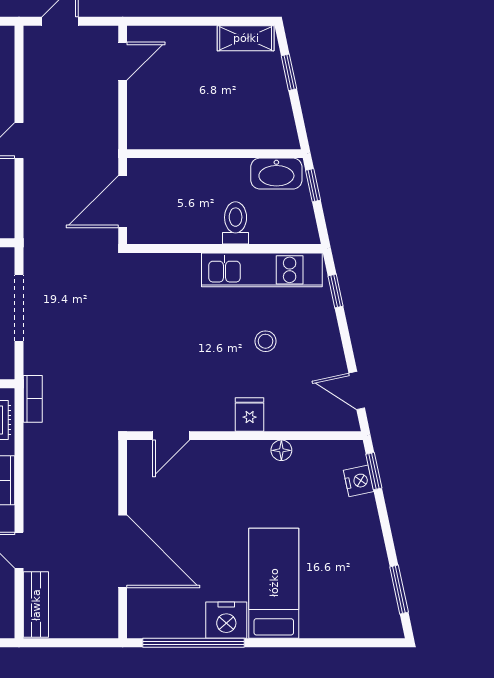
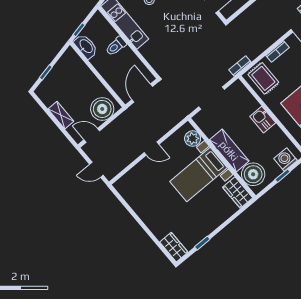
shelving: (246, 38) -> (61, 115), moved
boiler: (151, 114) -> (102, 109), added
door: (123, 202) -> (142, 93), swing flipped

